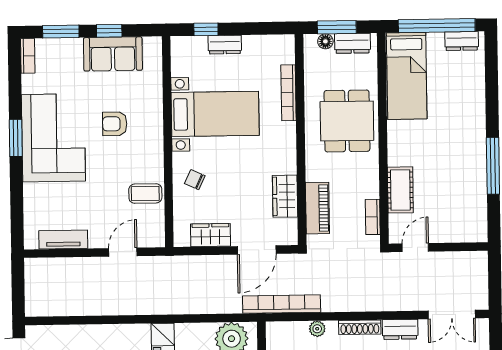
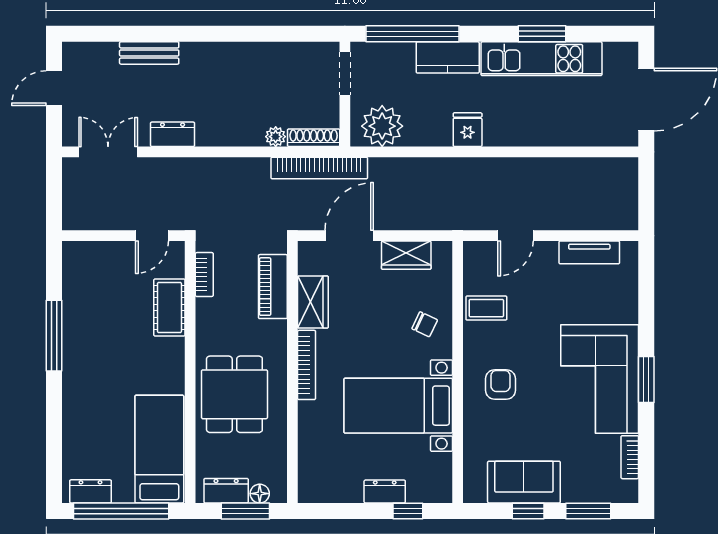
bookcase: (28, 56) -> (630, 457), moved
bookcase: (288, 93) -> (307, 365), moved
armchair: (115, 124) -> (501, 384), moved, turned -90
shoe rack: (360, 327) -> (314, 138), moved

